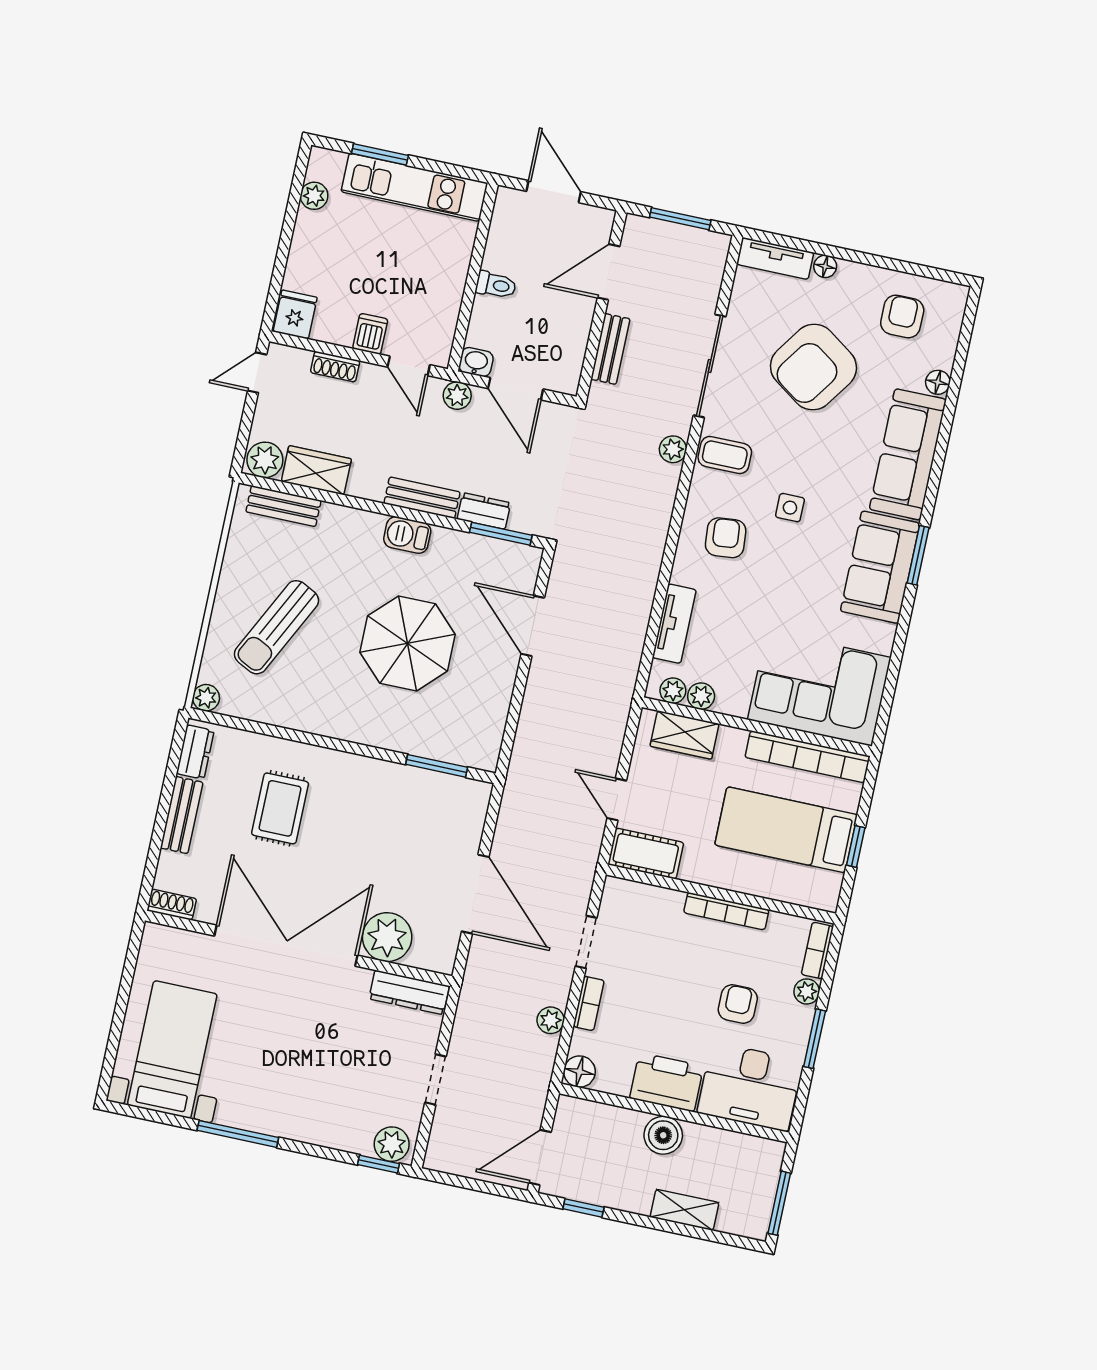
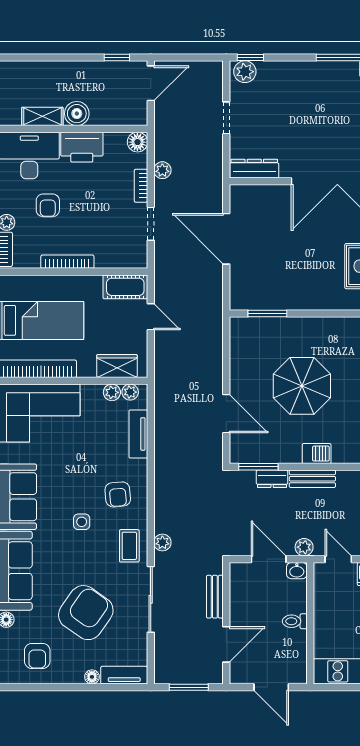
coffee table: (725, 455) -> (129, 546), turned 90
plant: (387, 937) -> (275, 200), removed
shelving: (684, 1210) -> (42, 116), moved

